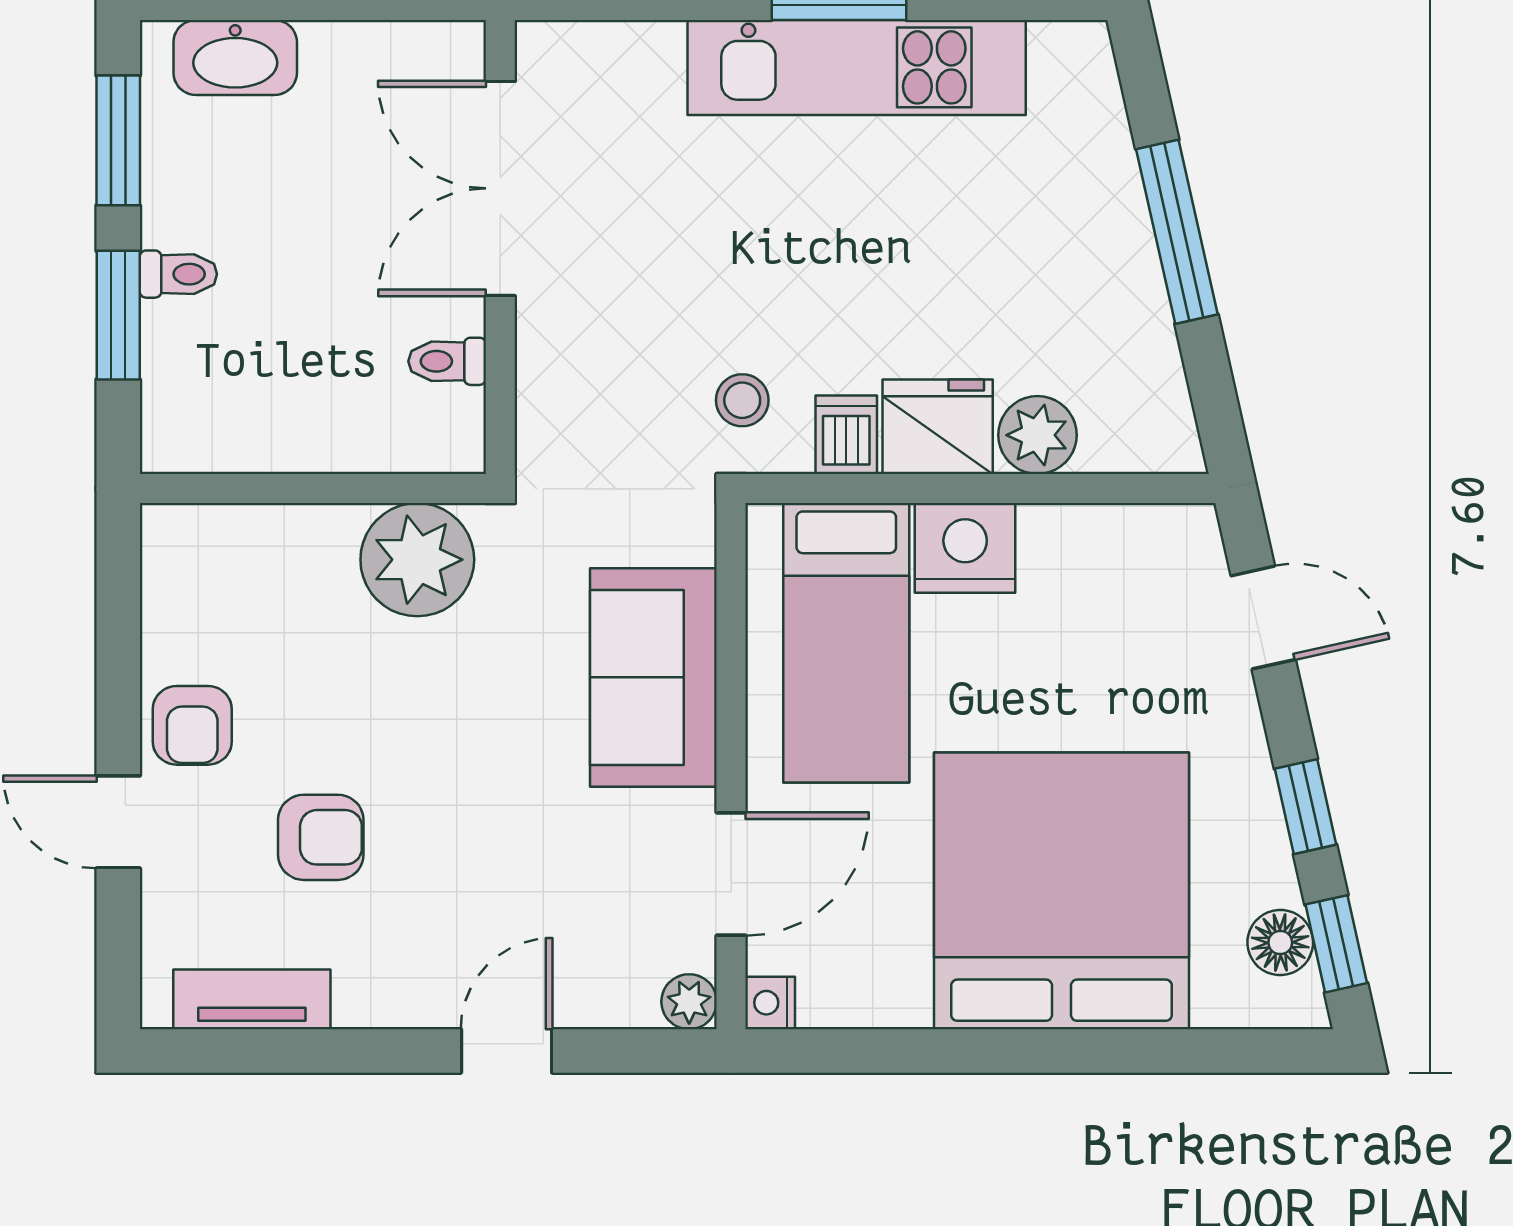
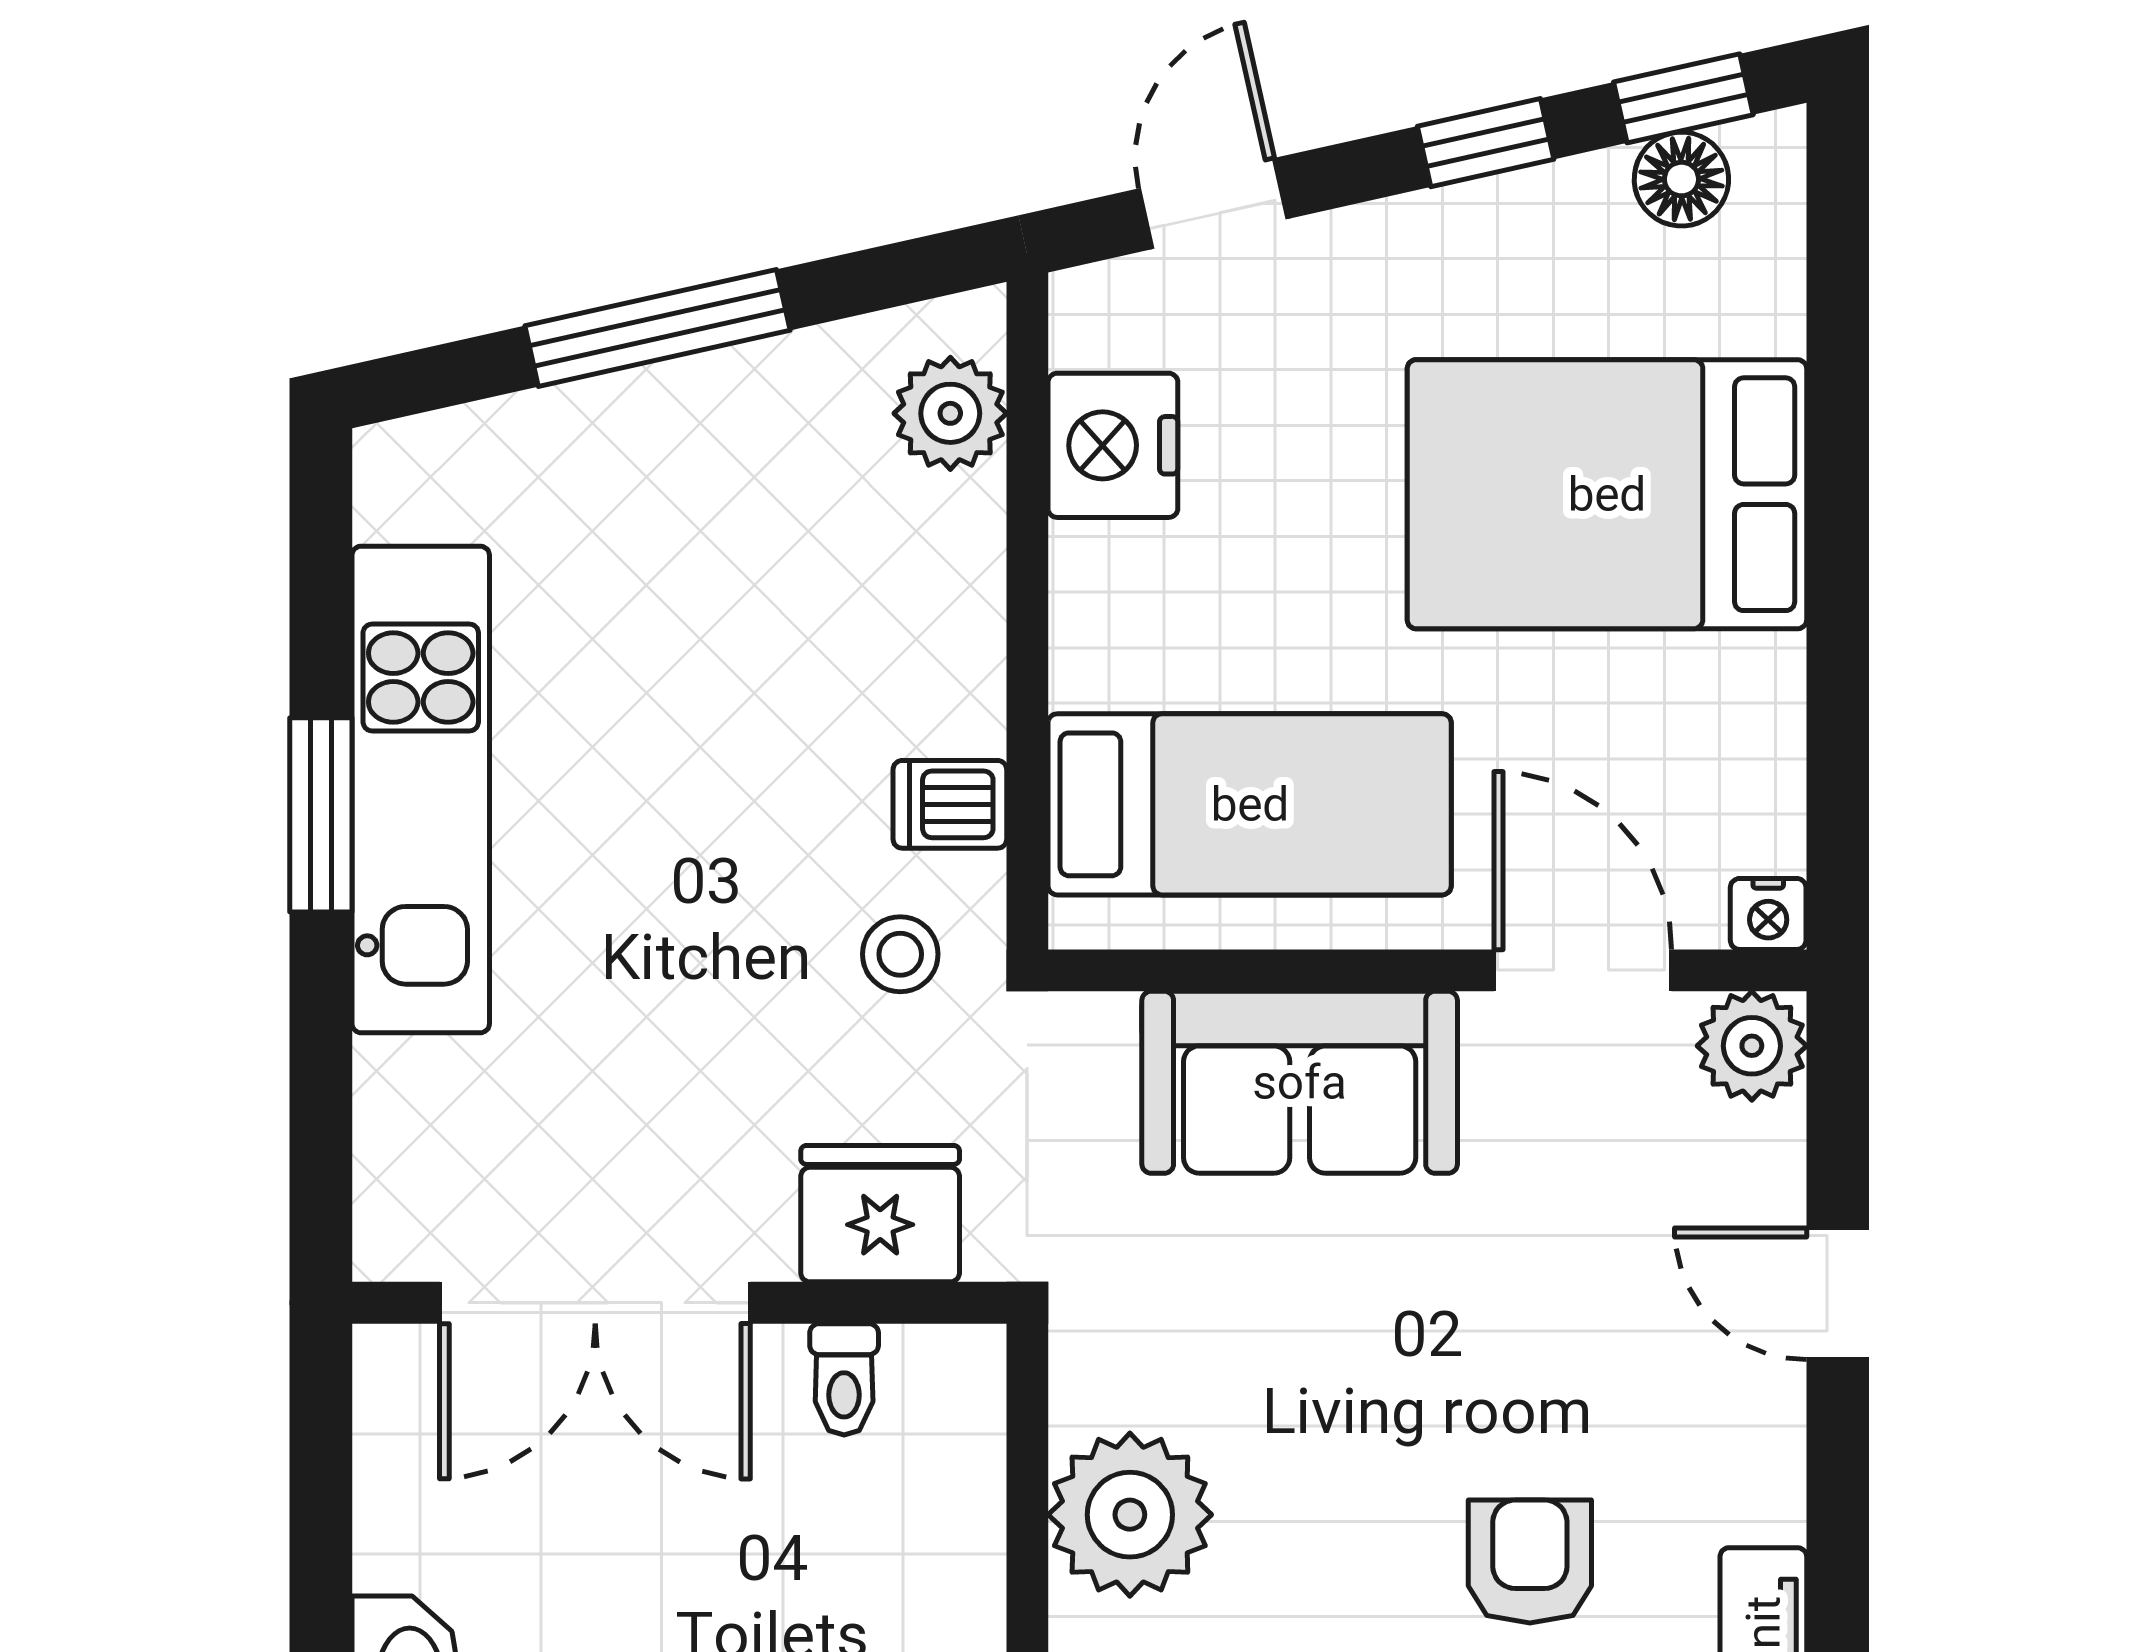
fridge: (938, 427) -> (880, 1214), moved, turned 90
plant: (1037, 435) -> (950, 413), moved
nightstand: (965, 548) -> (1113, 445), moved
plant: (417, 560) -> (1130, 1515), moved
bed: (1061, 891) -> (1607, 494), width x0.73
plant: (689, 1002) -> (1752, 1046), width x1.38, depth x1.38

